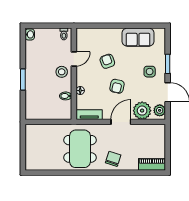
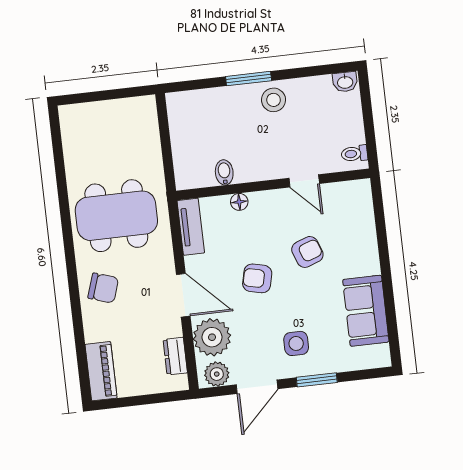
stool: (62, 72) -> (274, 100), moved
dresser: (149, 129) -> (175, 356), added

